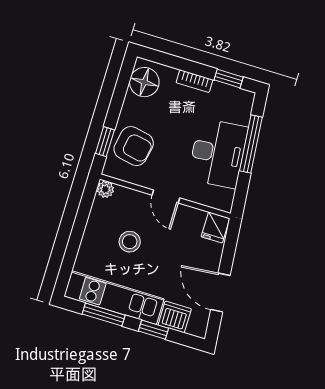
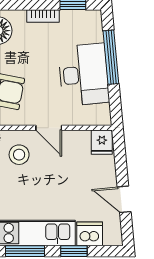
stool: (130, 242) -> (19, 155), moved
door: (220, 293) -> (124, 199), width x0.73

